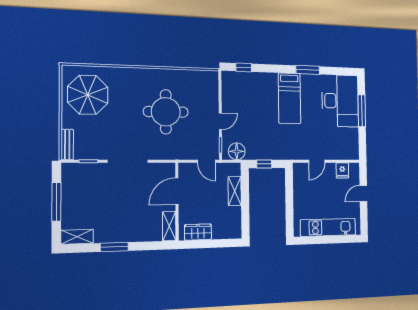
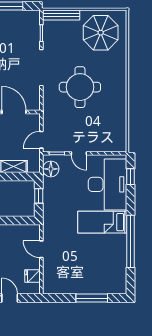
window: (308, 70) -> (131, 241), width x2.11
desk: (340, 101) -> (108, 184), moved, turned -90
round table: (166, 112) -> (80, 87), moved
bench: (67, 144) -> (61, 15), width x1.36

